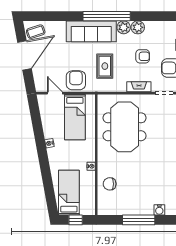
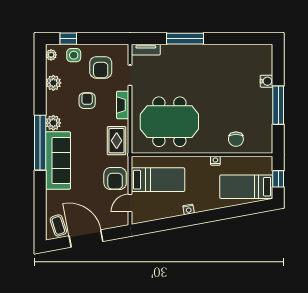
plant: (138, 27) -> (53, 83), moved
rug: (105, 66) -> (117, 141), moved, turned 90
armchair: (76, 80) -> (115, 178), turned -90

